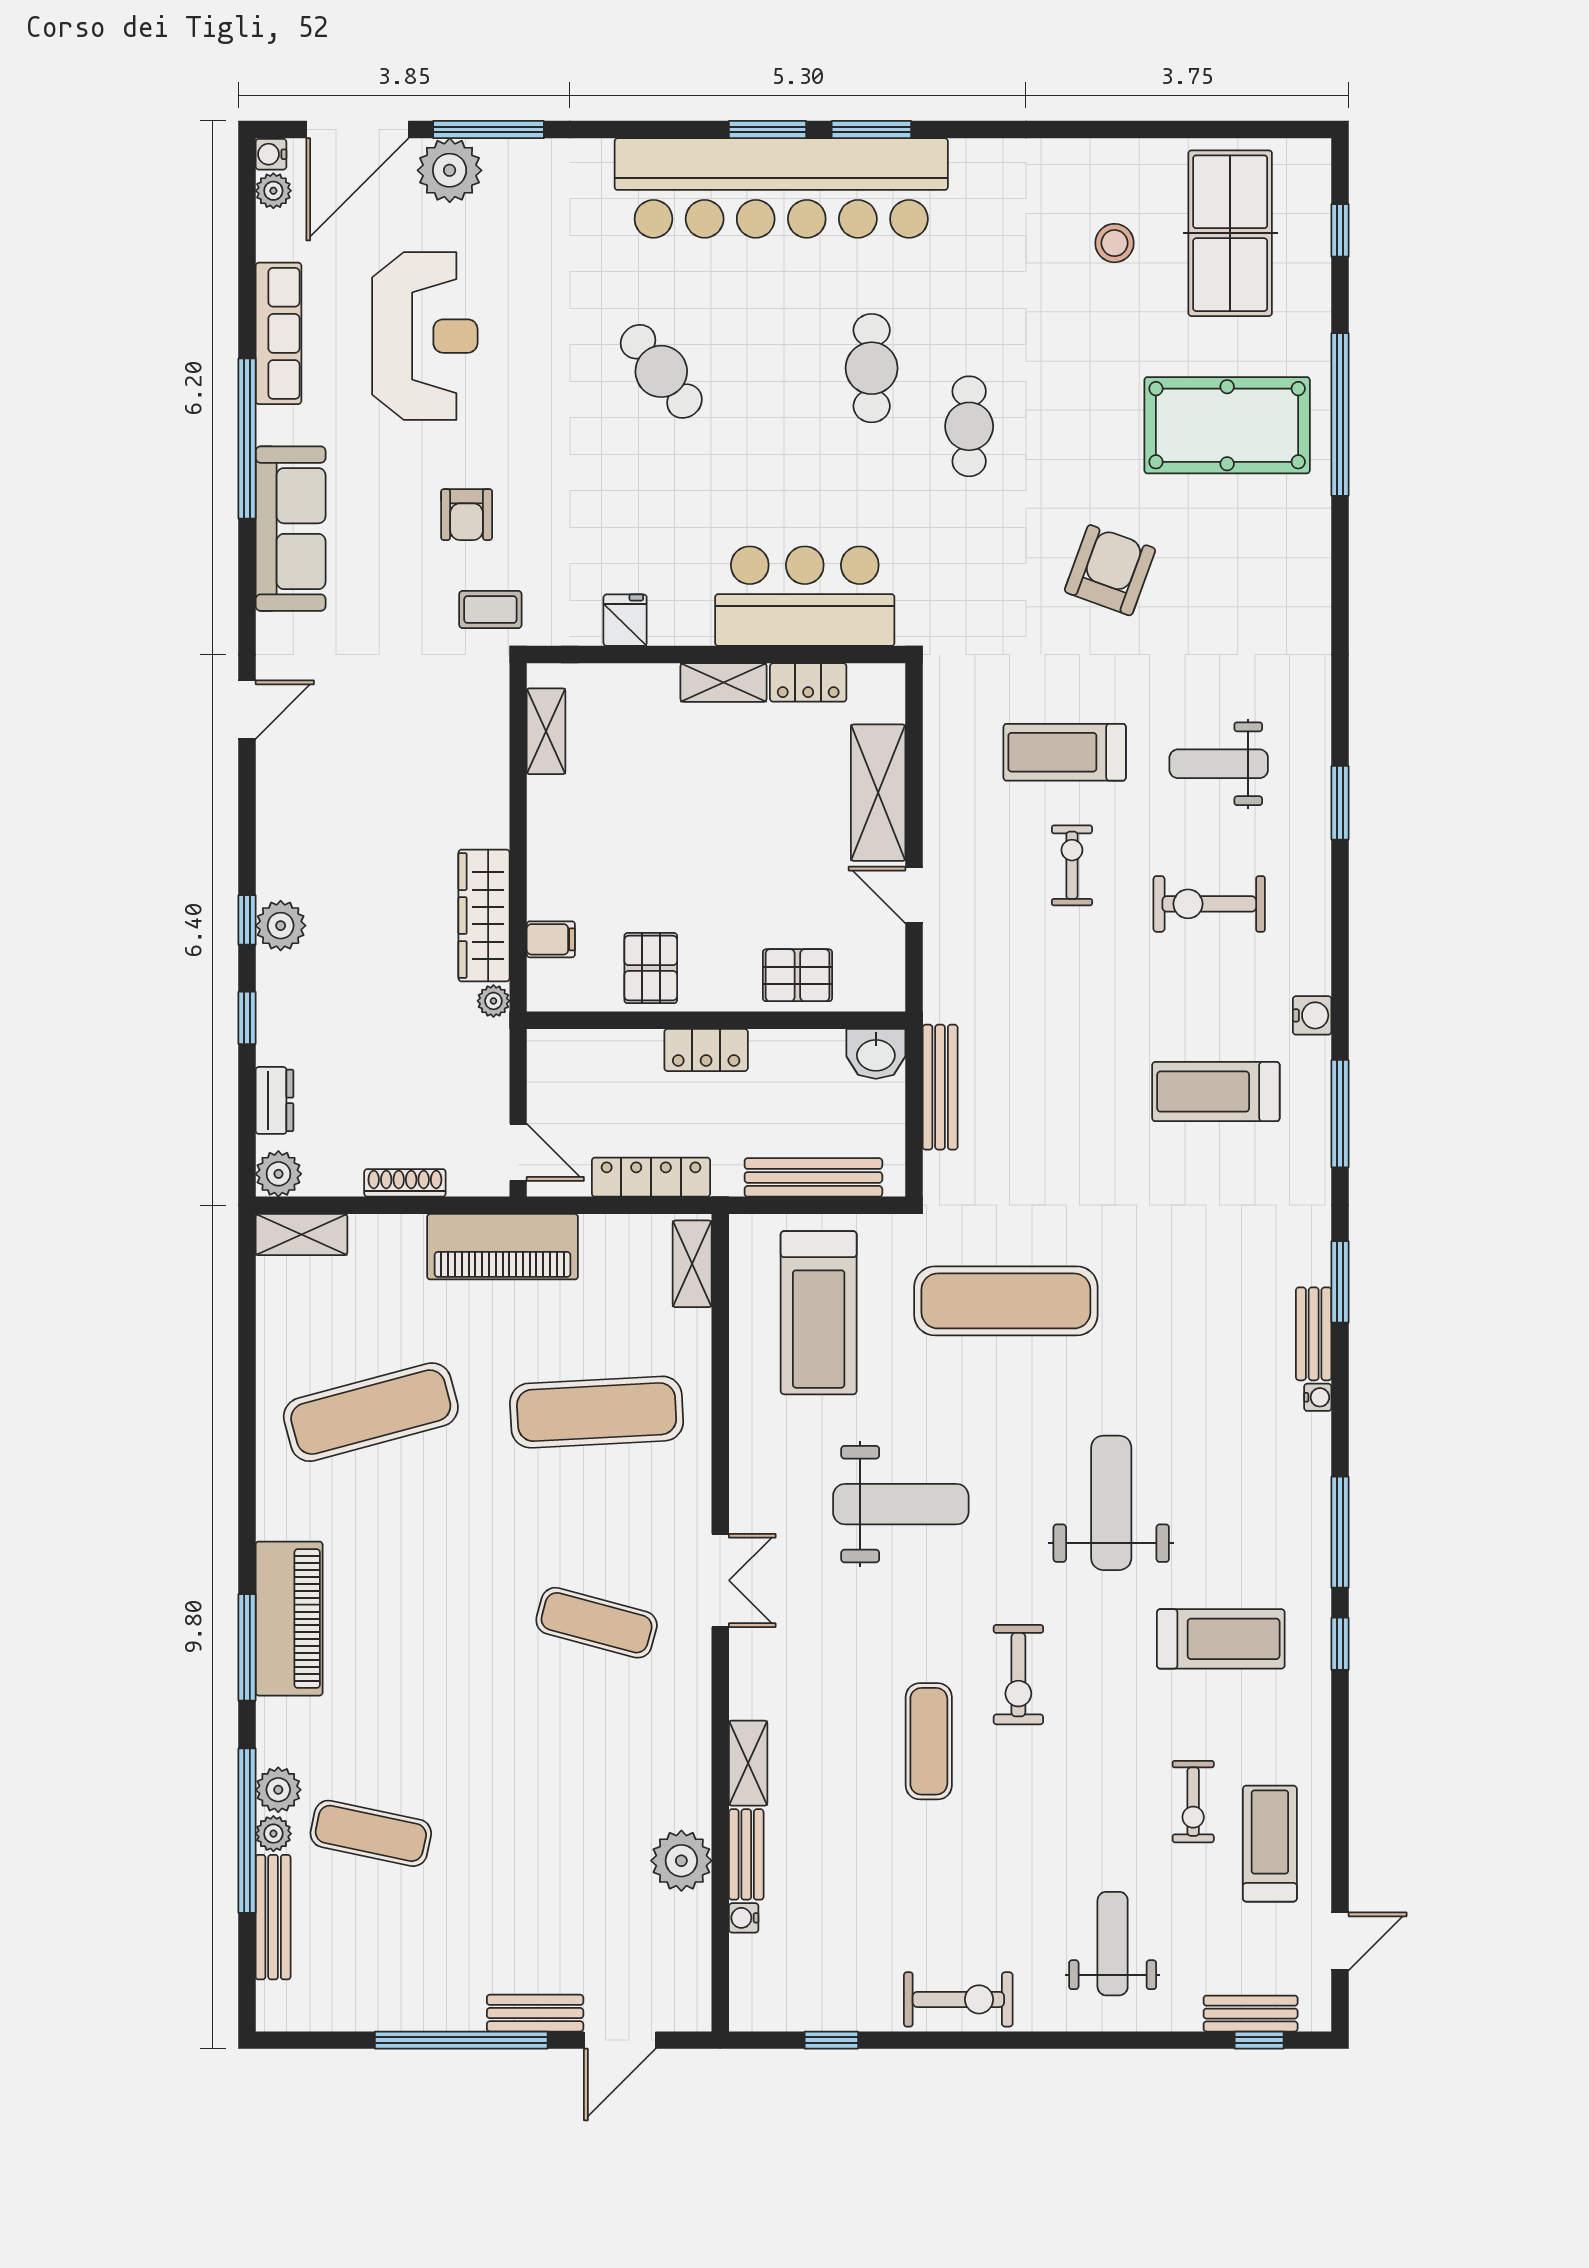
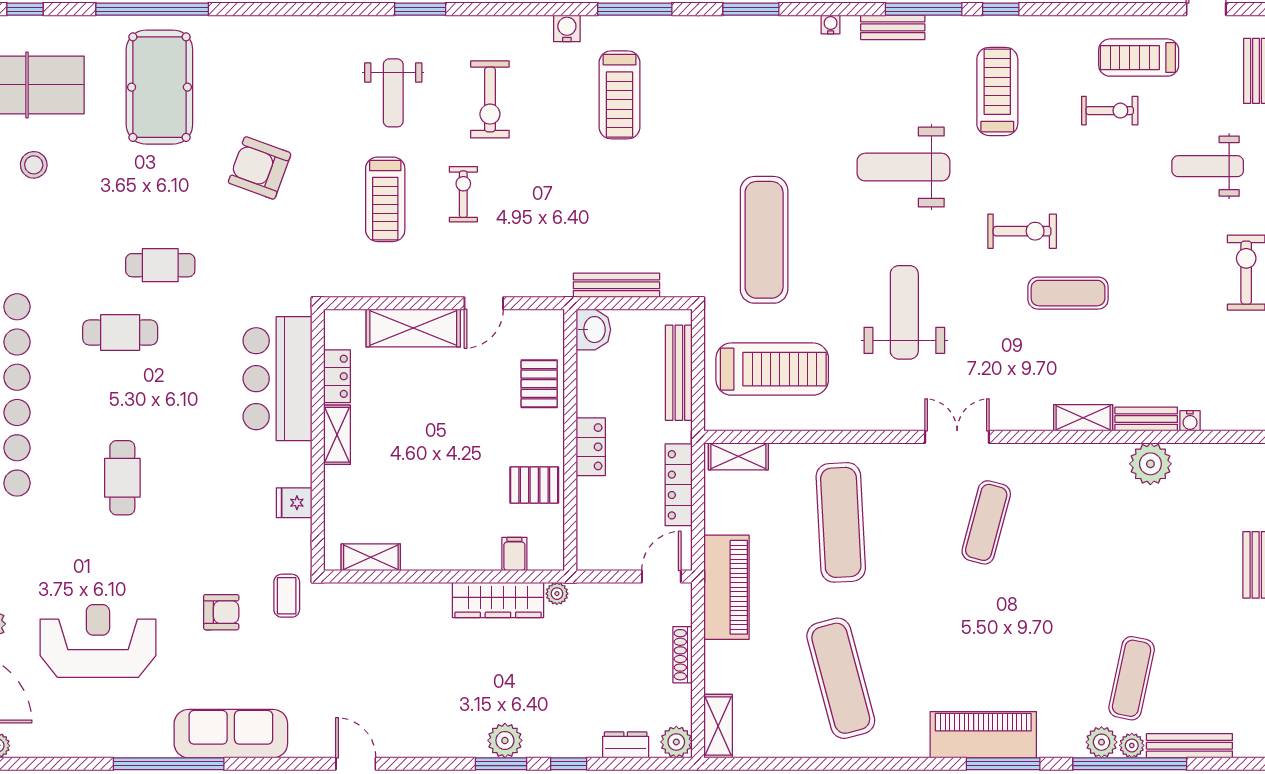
row of seats: (278, 333) -> (96, 742), removed
cafe table: (661, 371) -> (122, 478), turned -52
exercise bike: (1072, 865) -> (463, 194), turned 90
window: (247, 920) -> (501, 764), width x1.50
bench: (1314, 1334) -> (893, 27), moved

